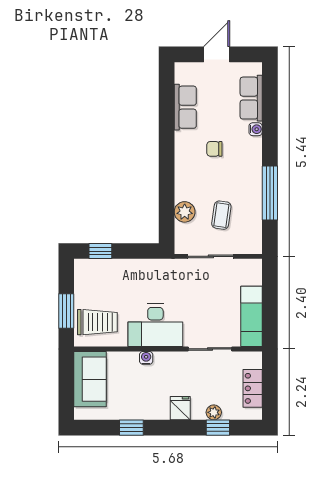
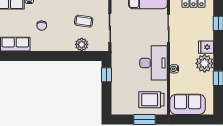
window: (100, 251) -> (106, 75), moved
trolley: (97, 322) -> (151, 100), turned -90
plant: (214, 412) -> (205, 63), moved, width x1.87, depth x1.87

